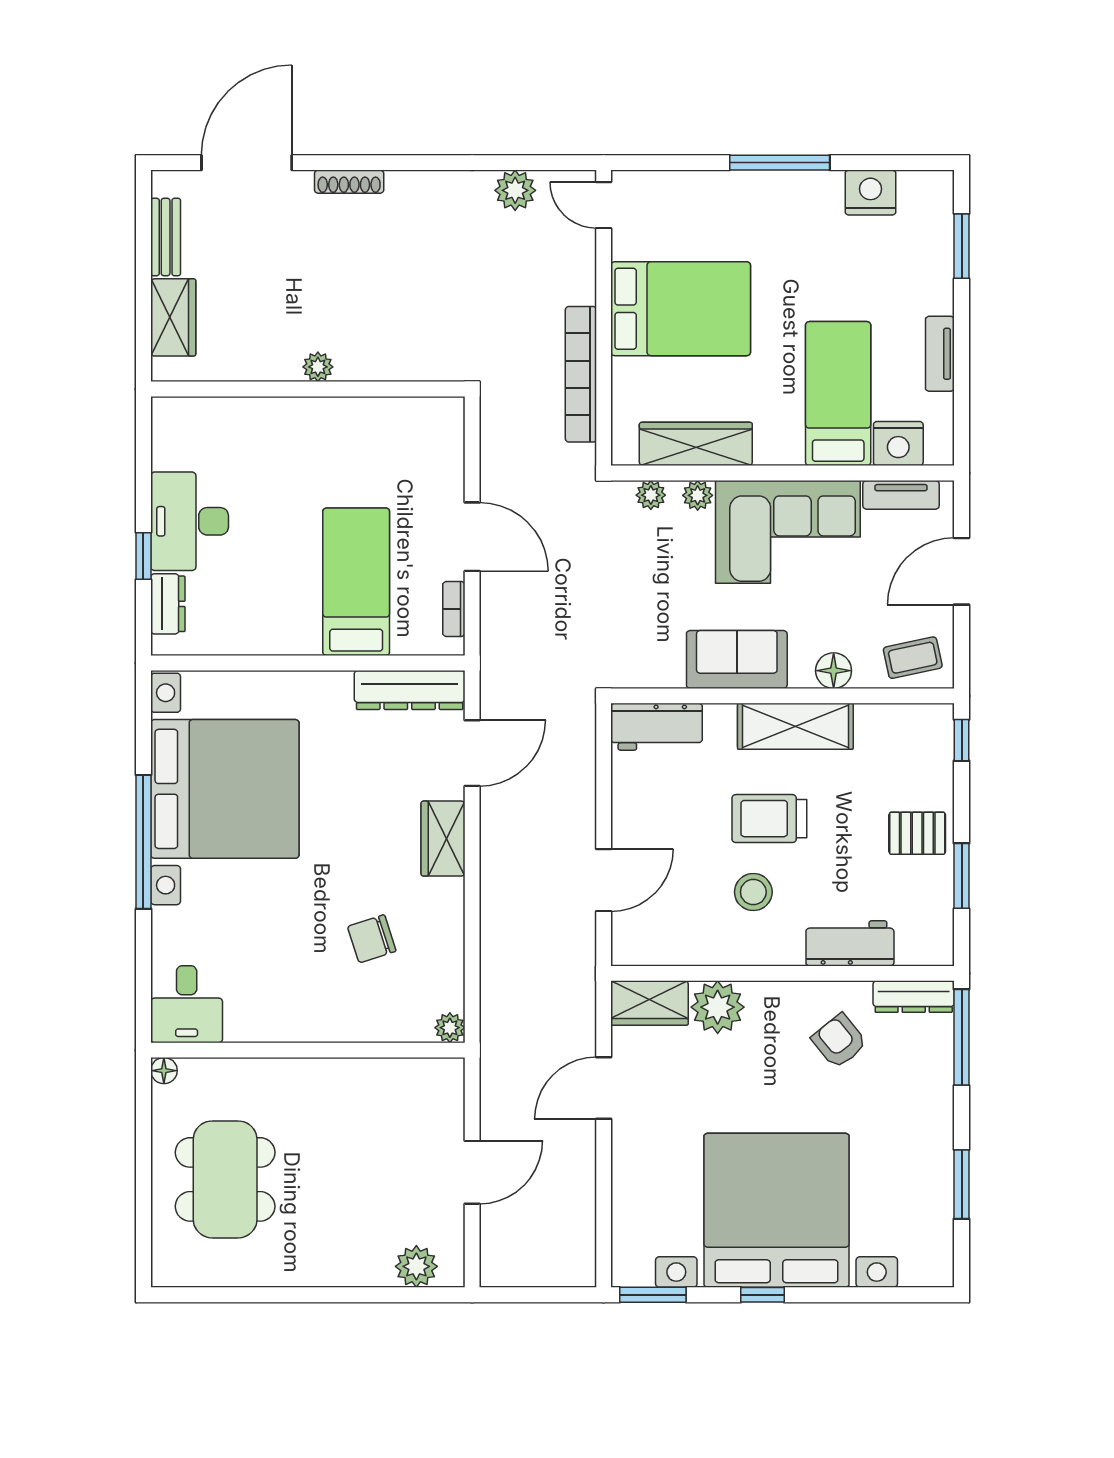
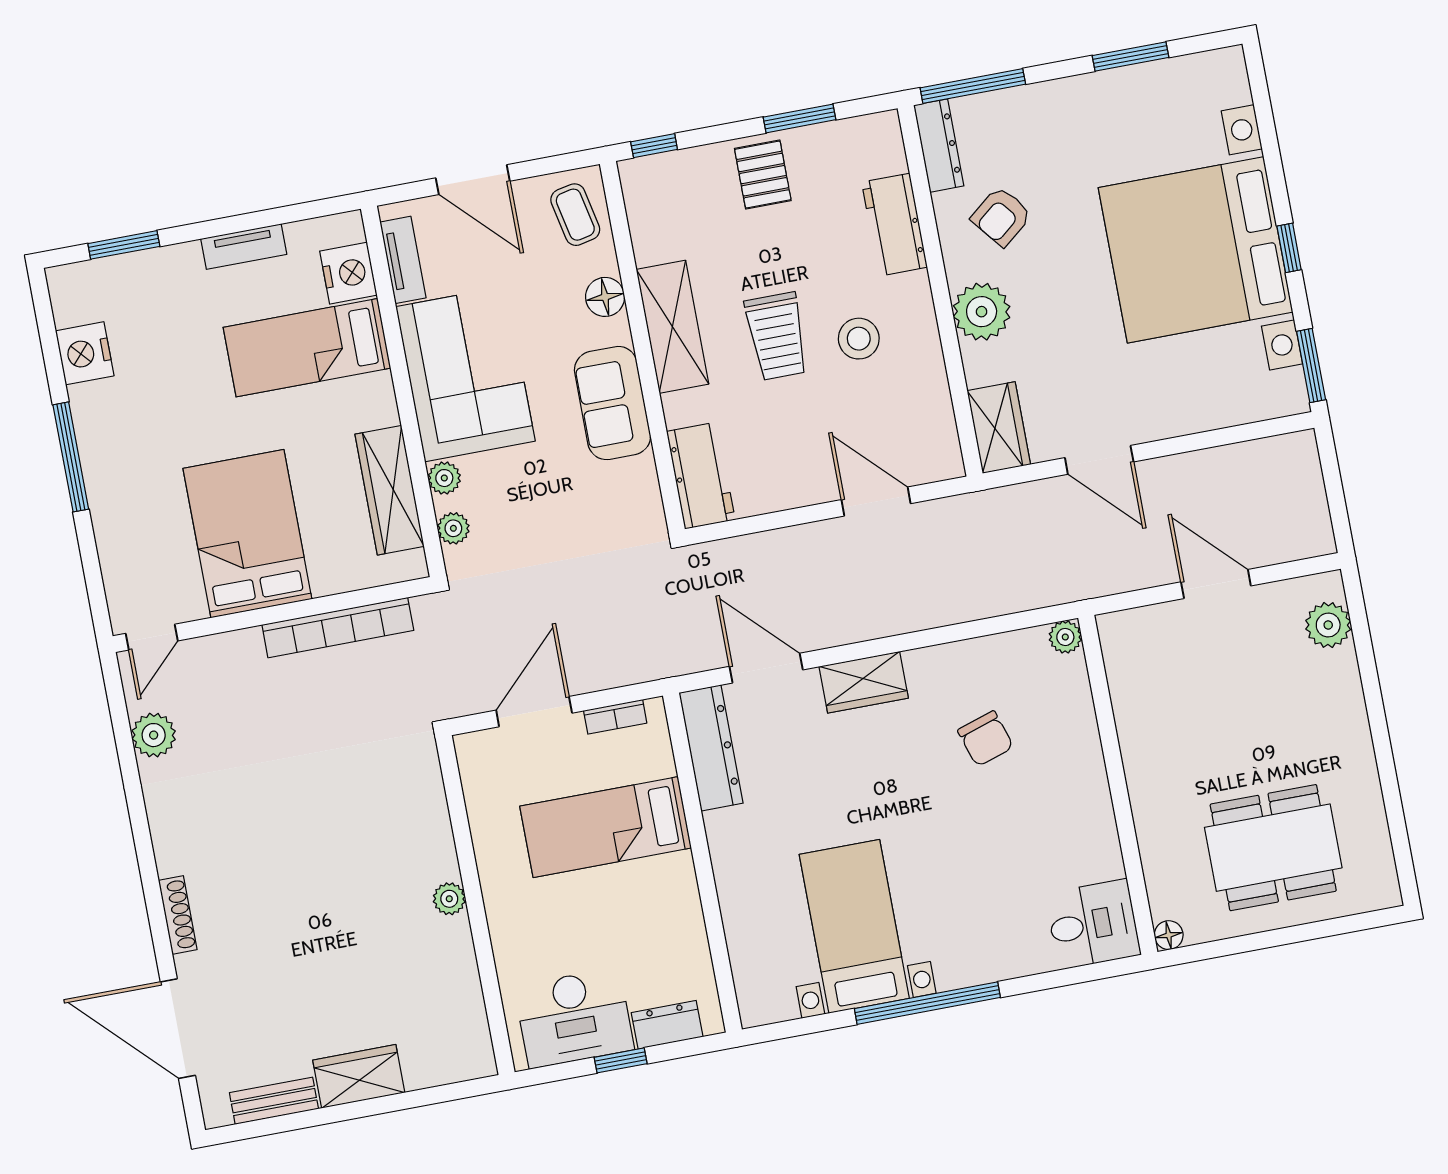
plant: (318, 367) -> (449, 899), moved
wall: (308, 389) -> (475, 905), moved
bed with nightstands: (225, 789) -> (854, 926), width x0.54
plant: (718, 1007) -> (982, 312), moved

